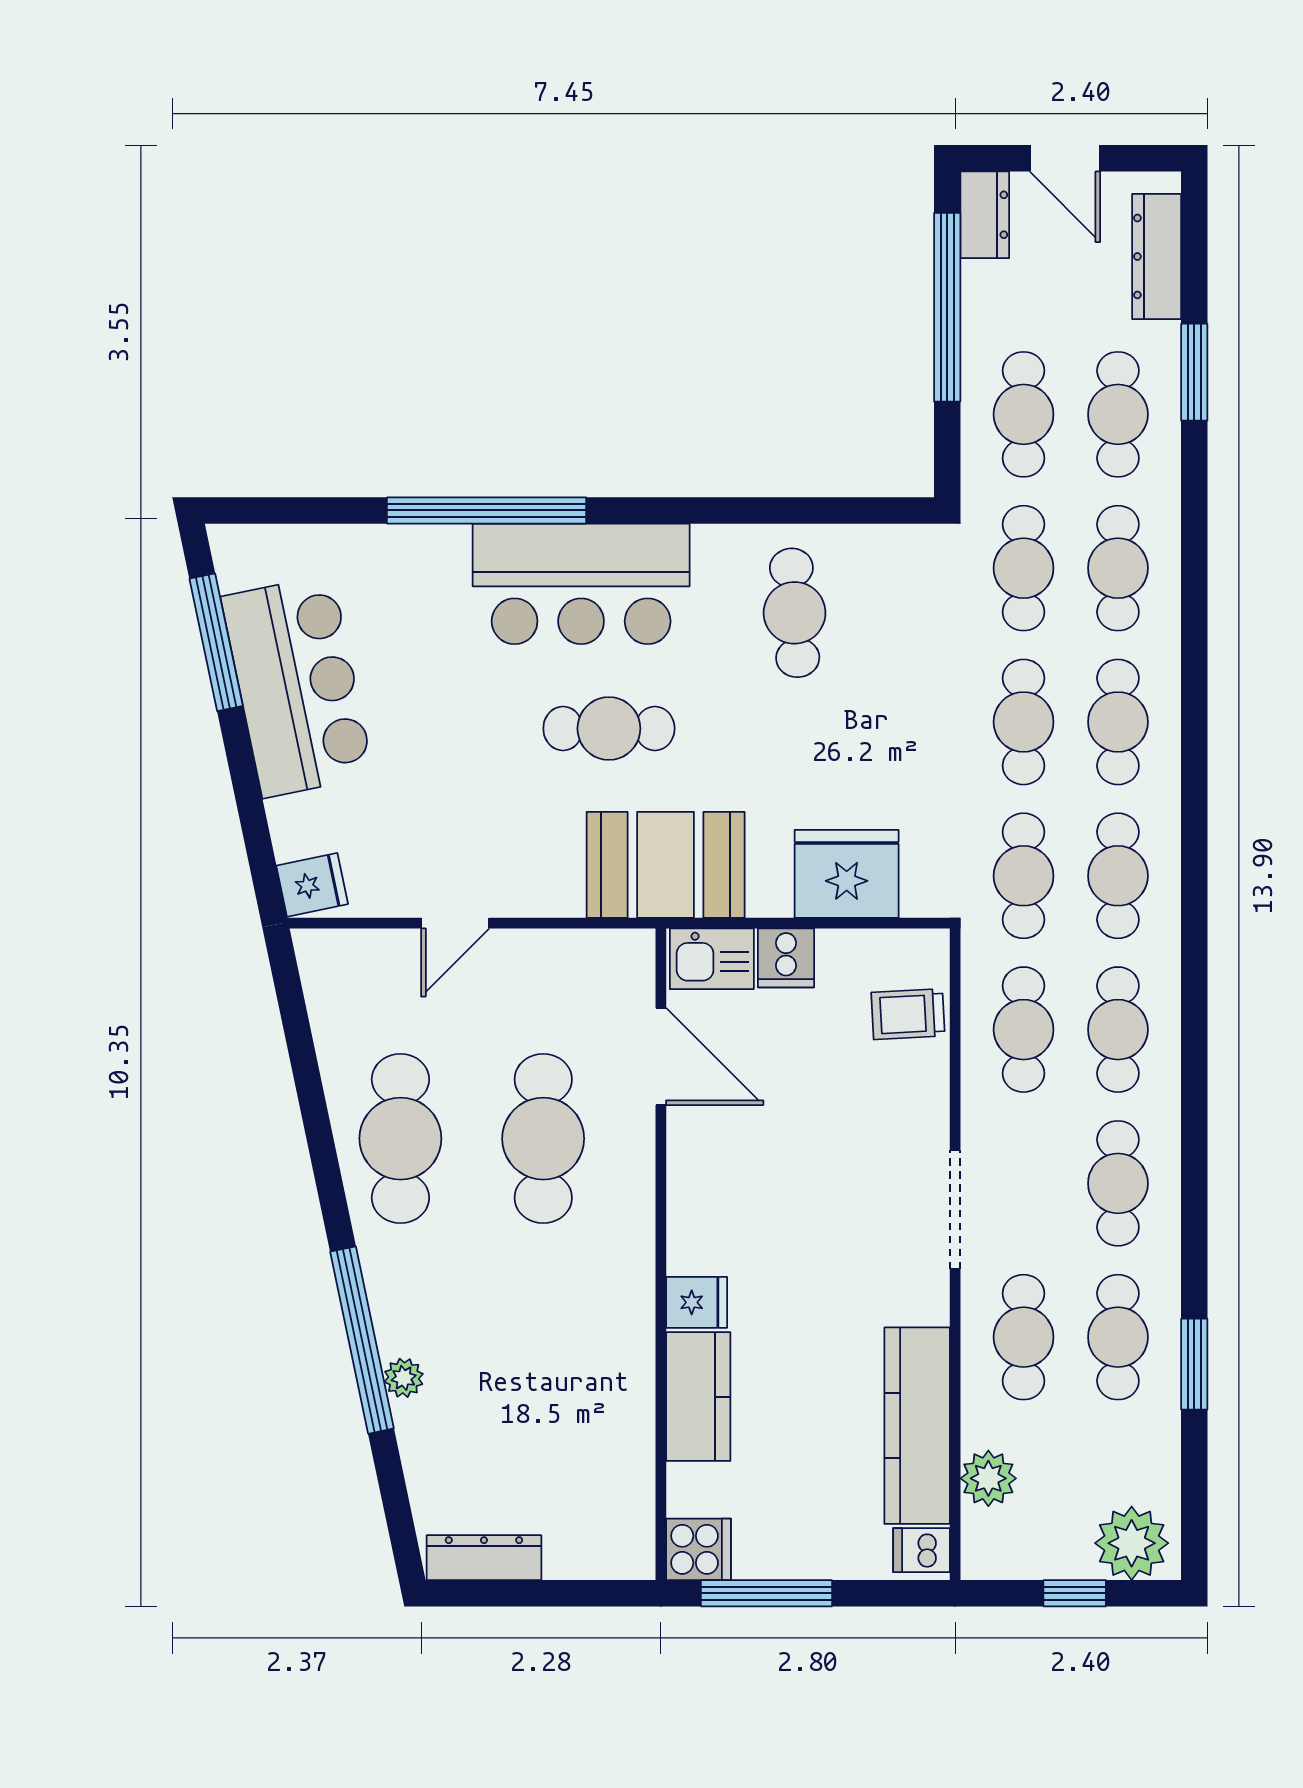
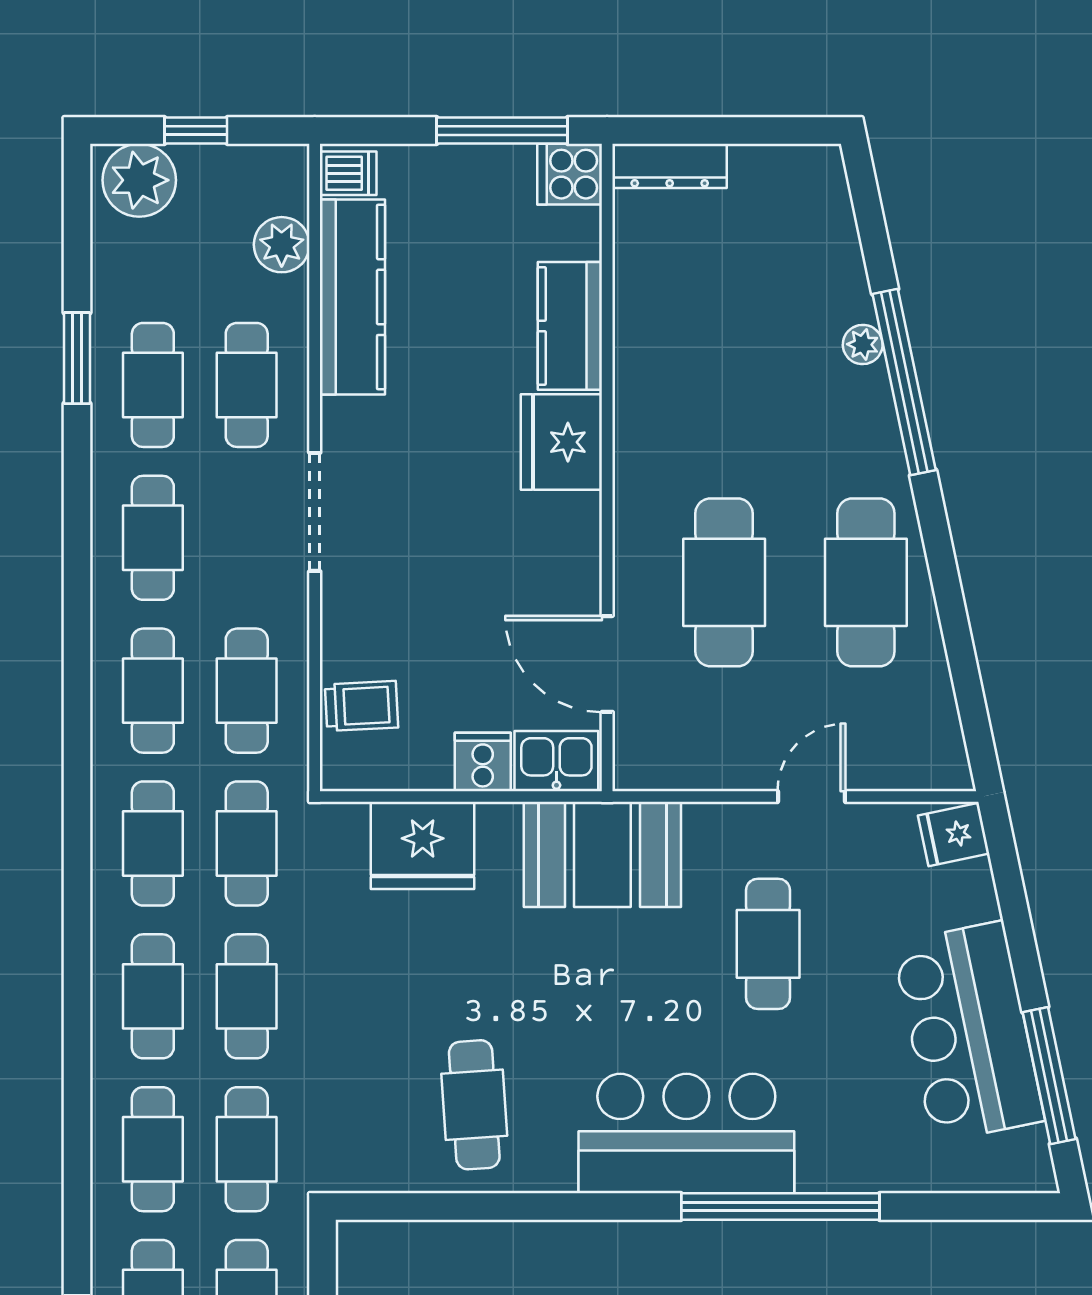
cafe table: (609, 729) -> (768, 944), moved, turned 90
fridge: (697, 1302) -> (561, 442), width x1.88, depth x1.34
dresser: (484, 1558) -> (670, 166), moved

